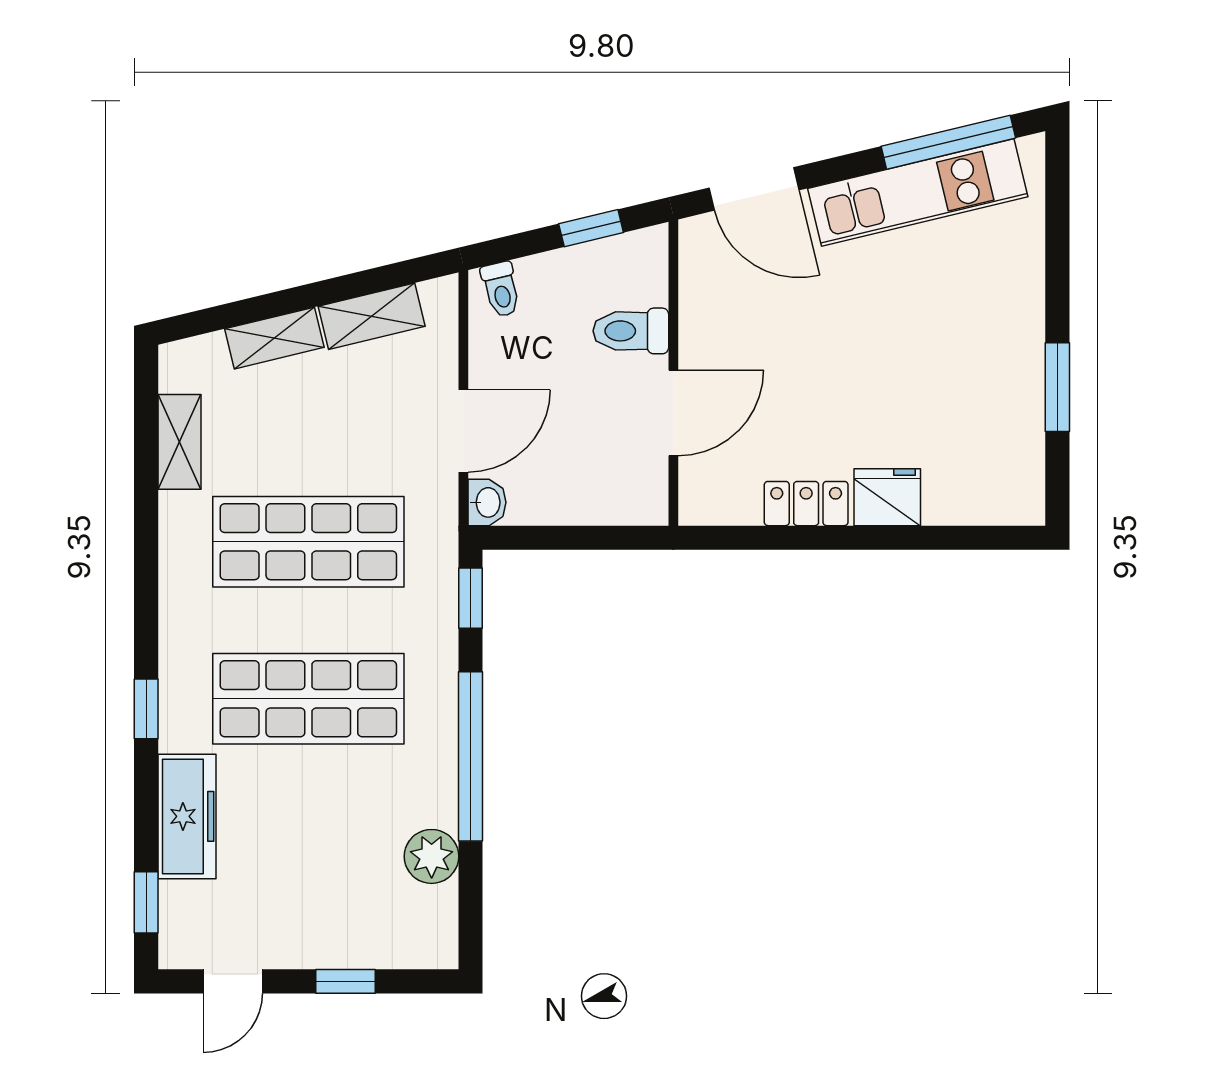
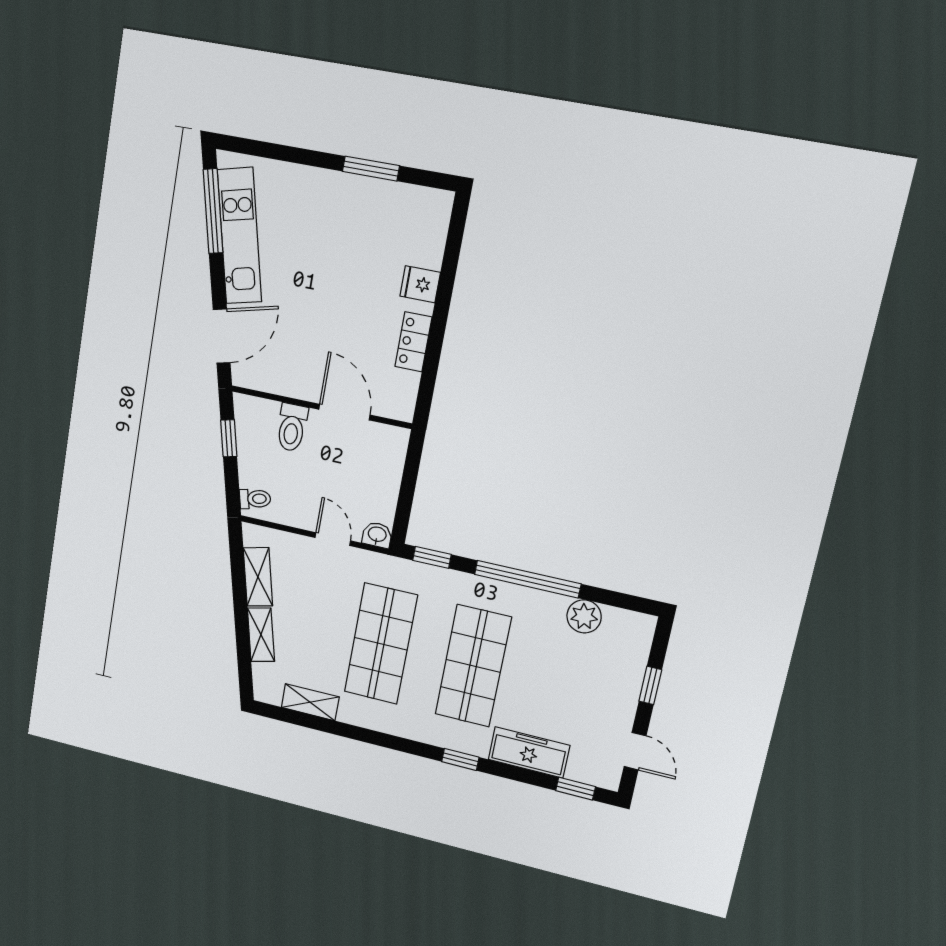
door: (463, 431) -> (333, 539), width x0.73
fridge: (887, 497) -> (420, 284), width x0.72

